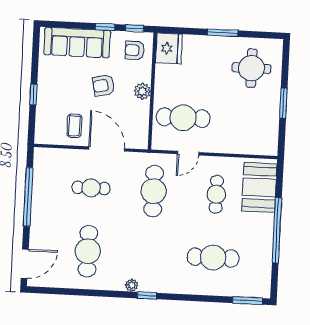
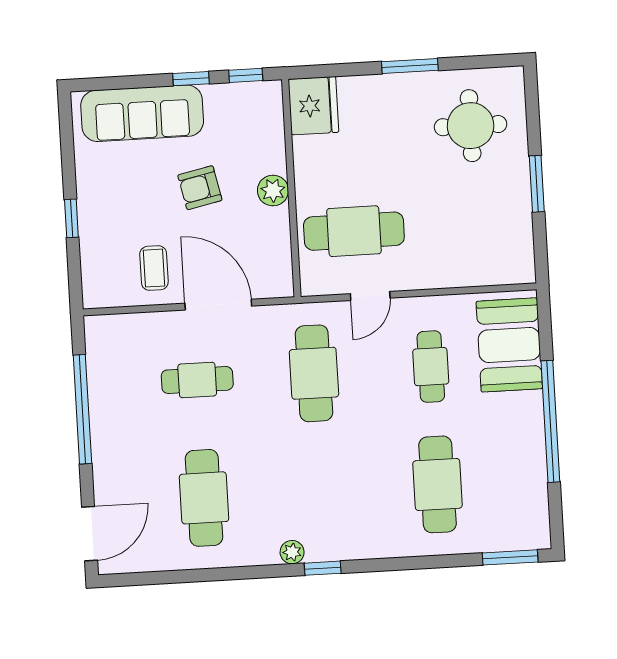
armchair: (135, 50) -> (251, 116), removed
cafe table: (213, 258) -> (438, 484), turned 90

